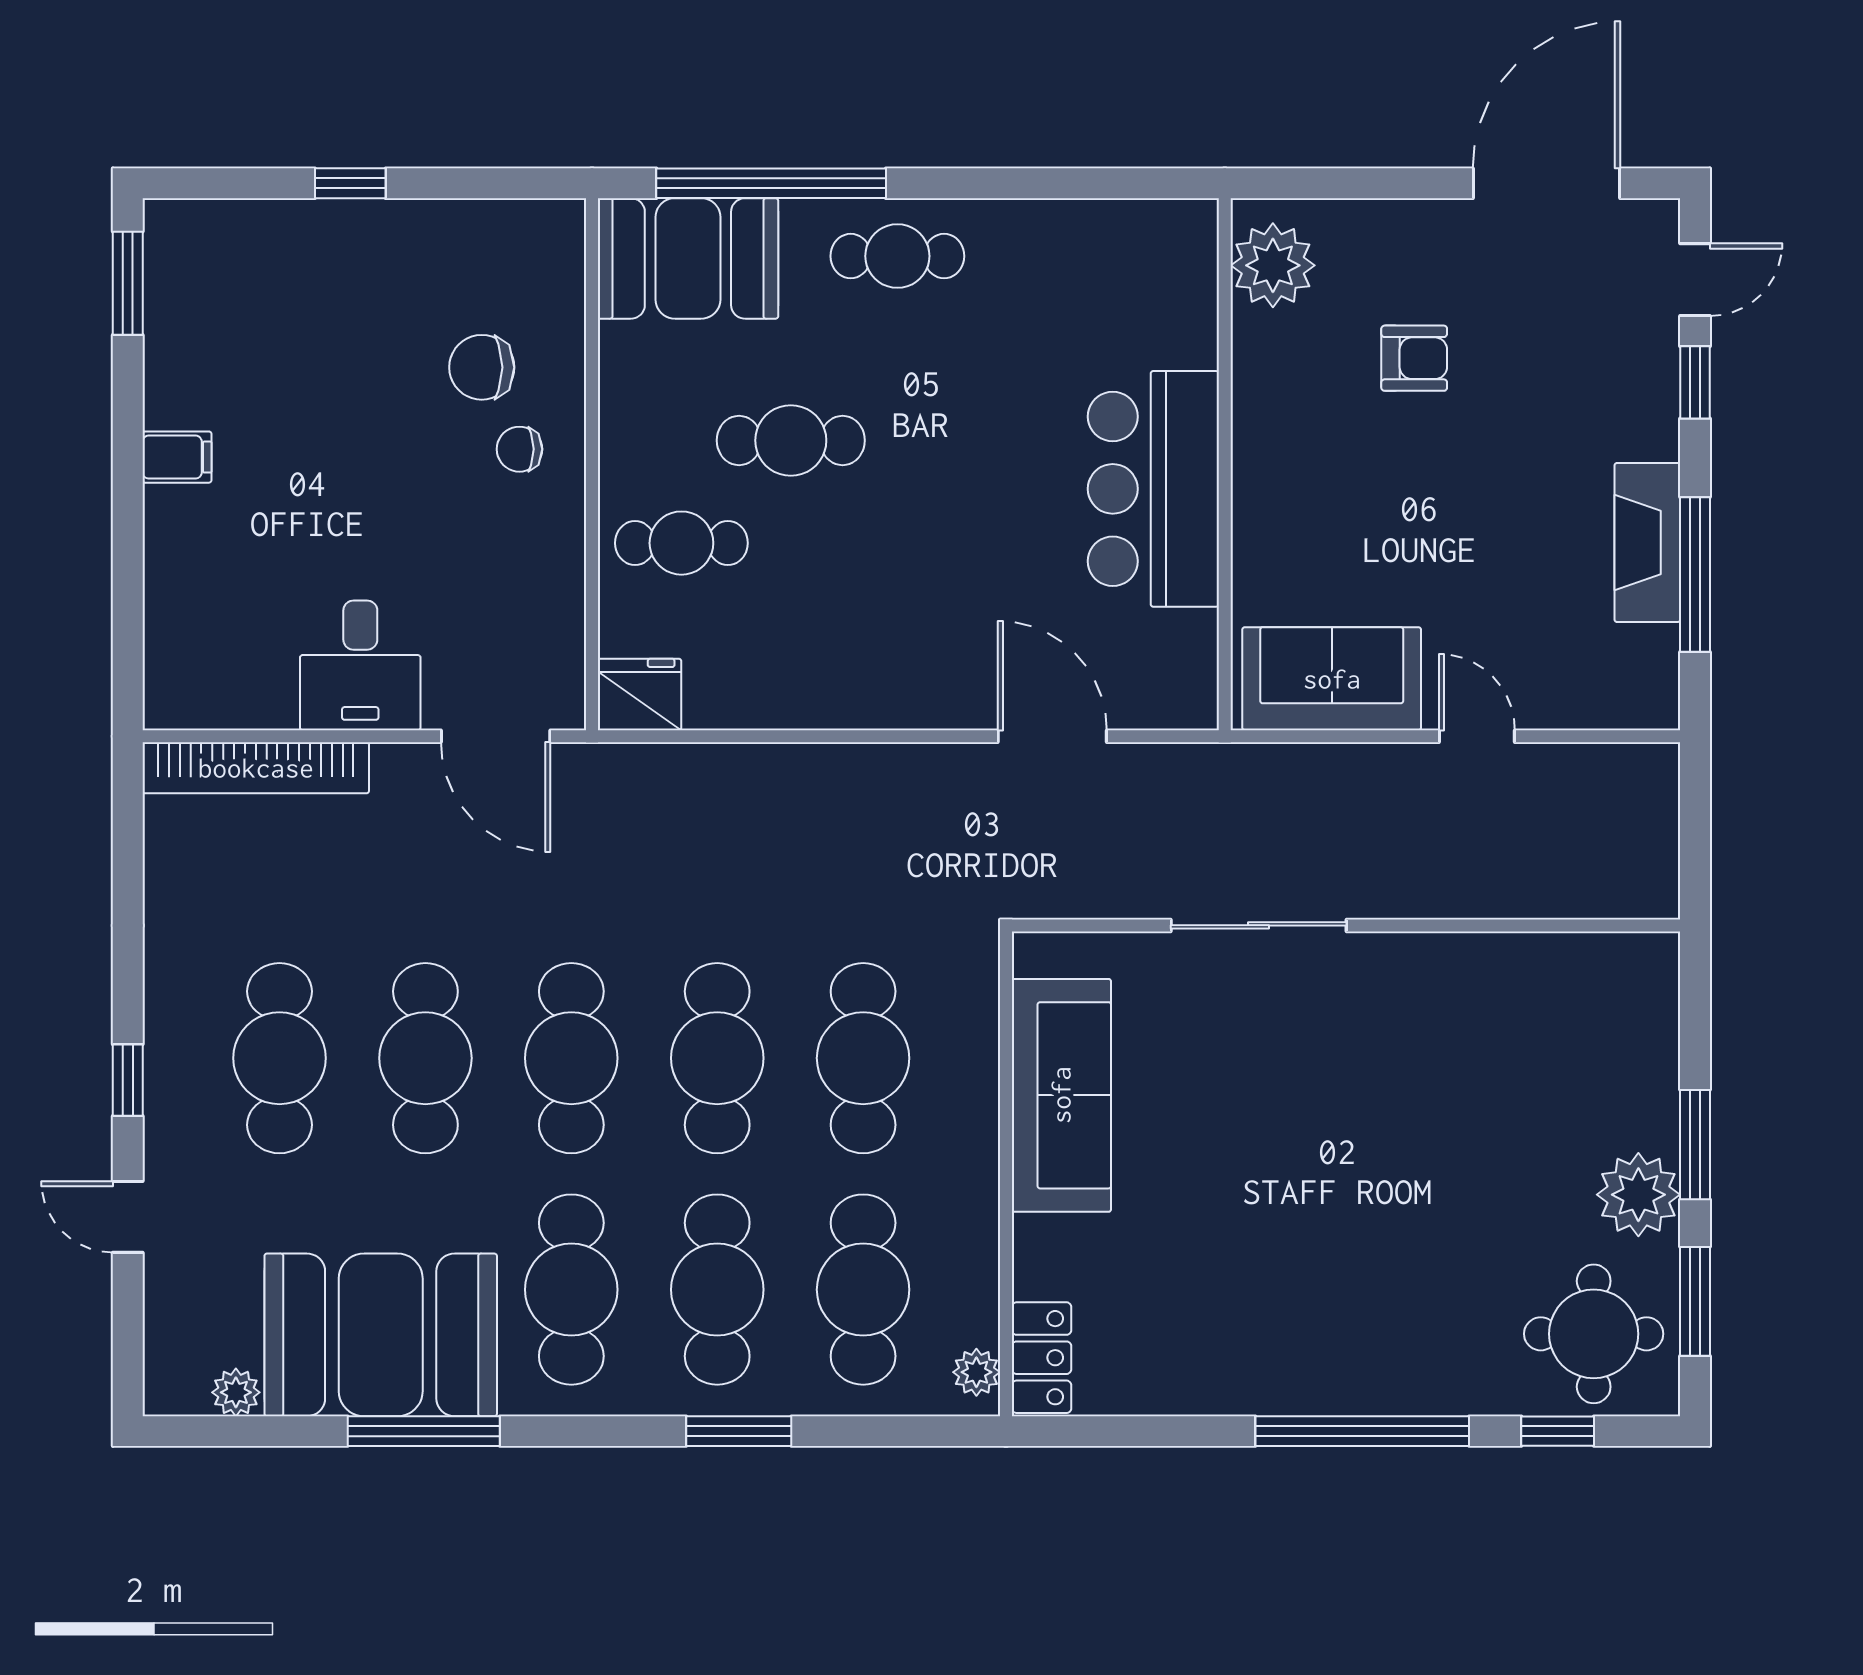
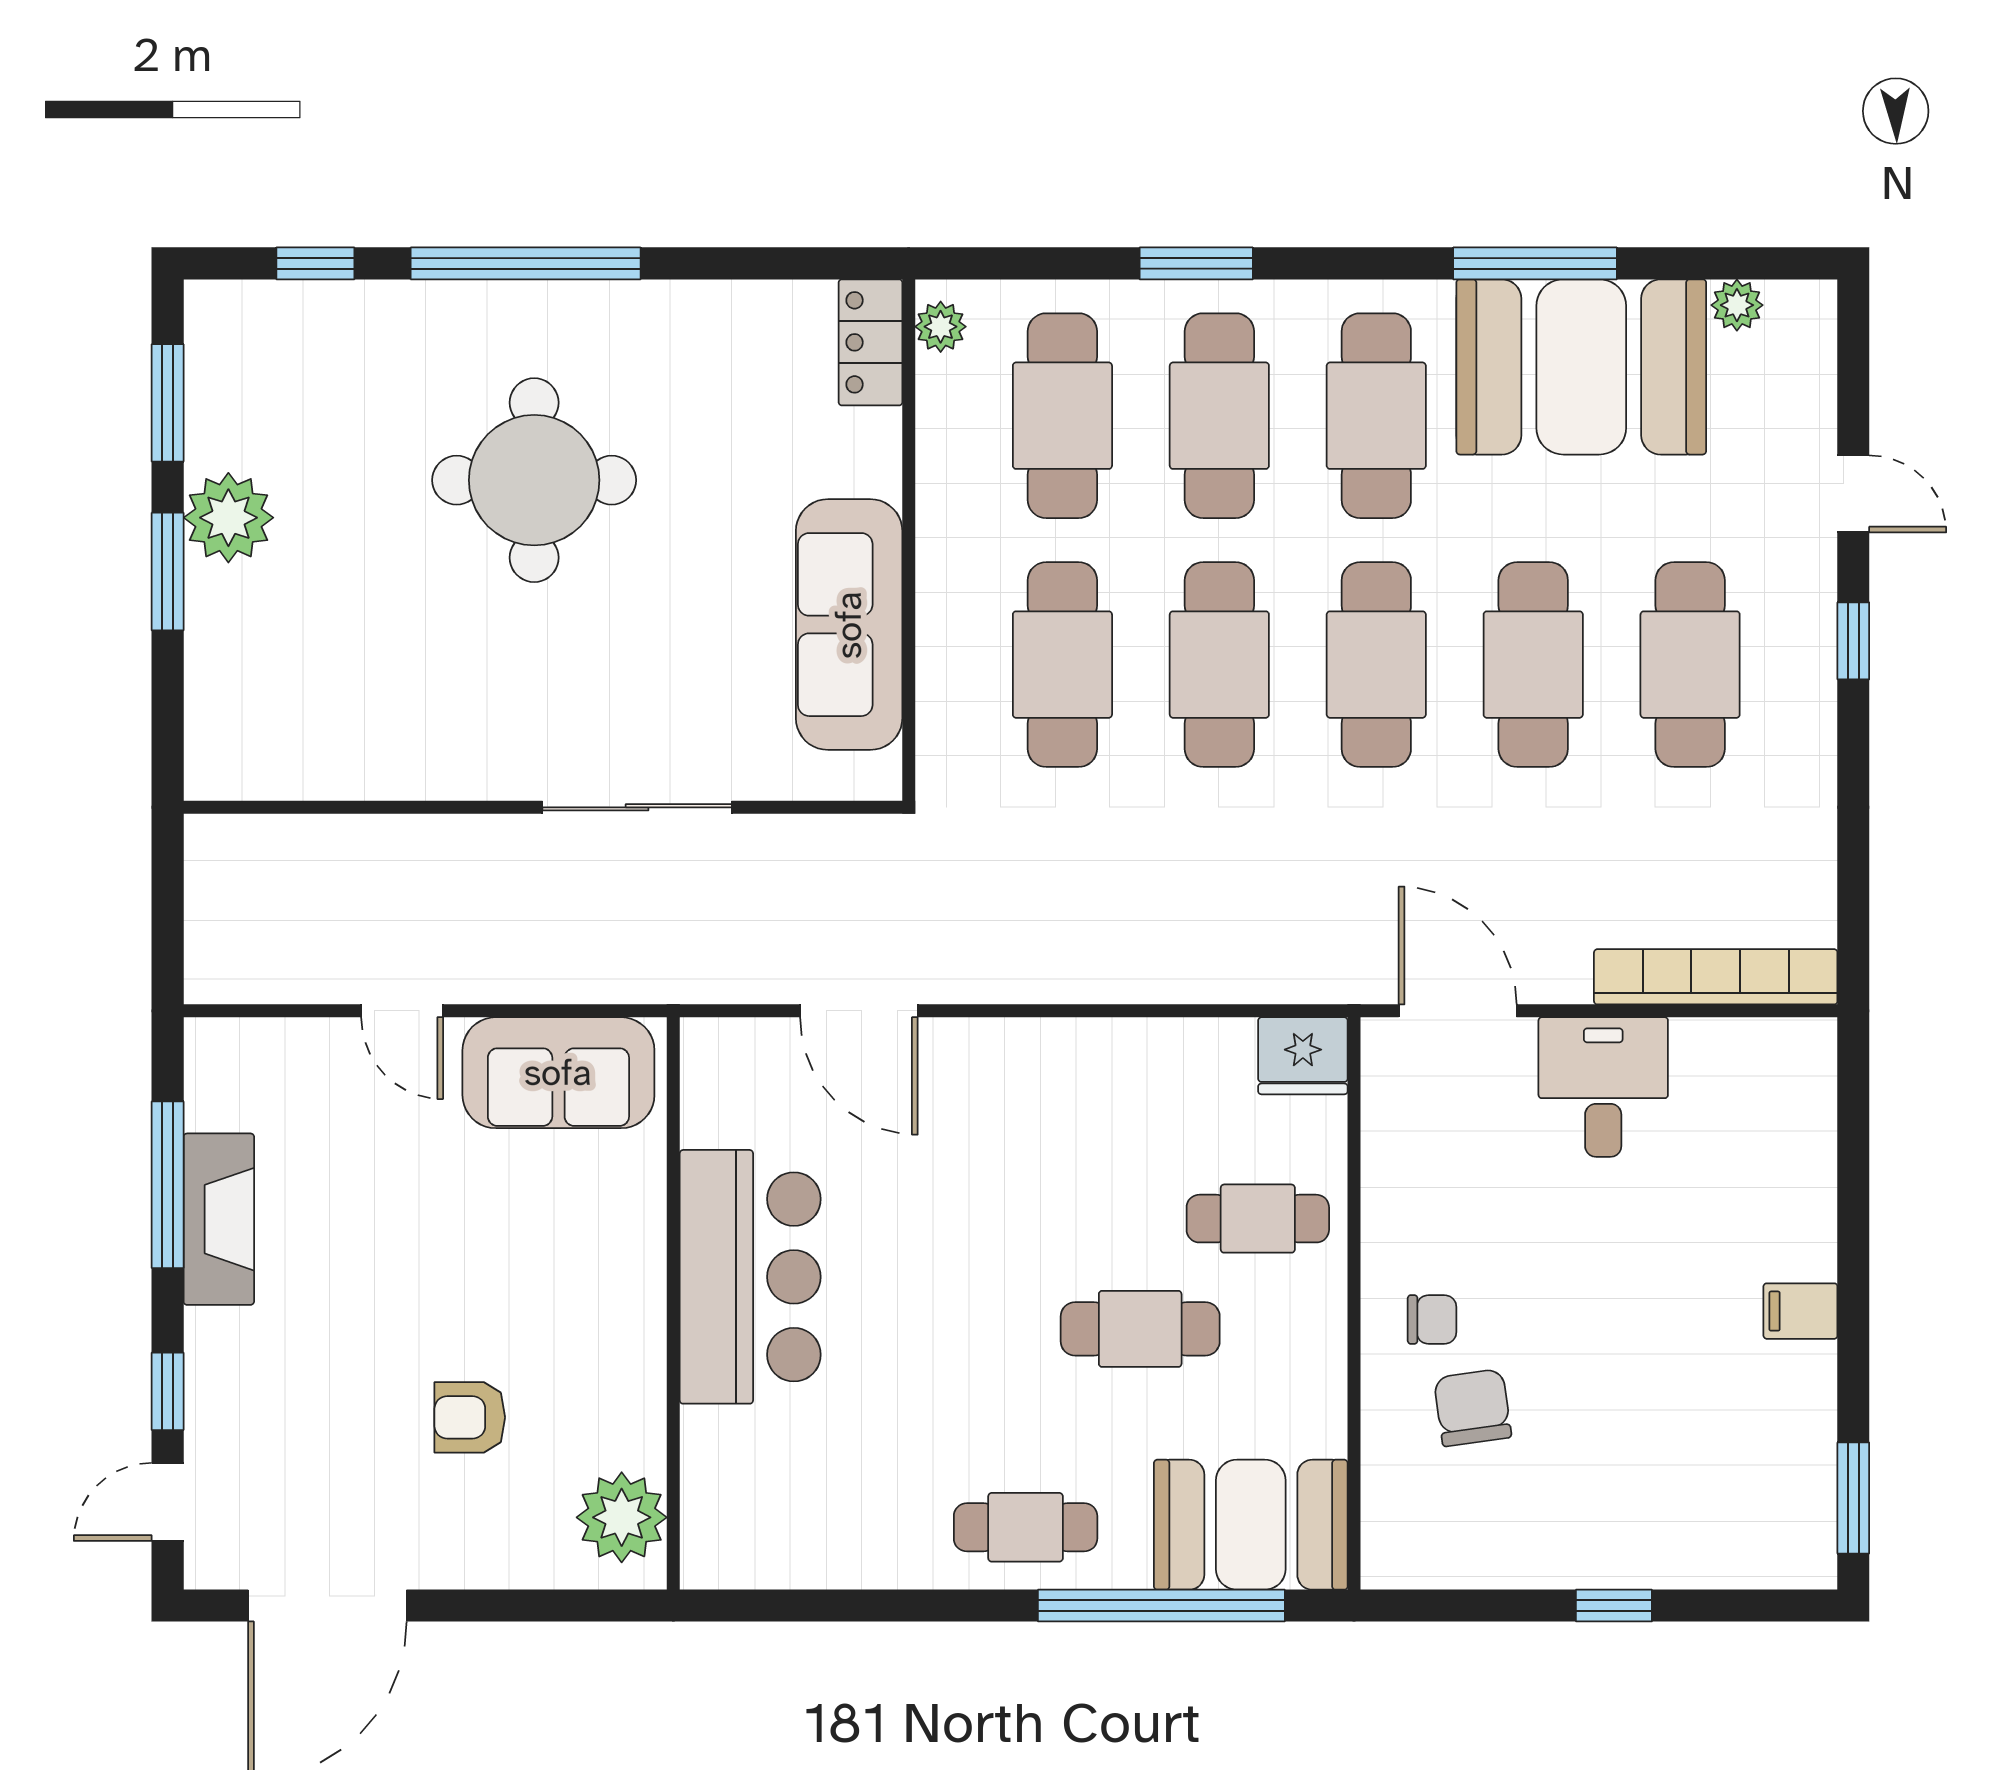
chair: (482, 367) -> (1473, 1408), turned -98
round table: (1594, 1334) -> (534, 480), moved, width x1.36, depth x1.36

